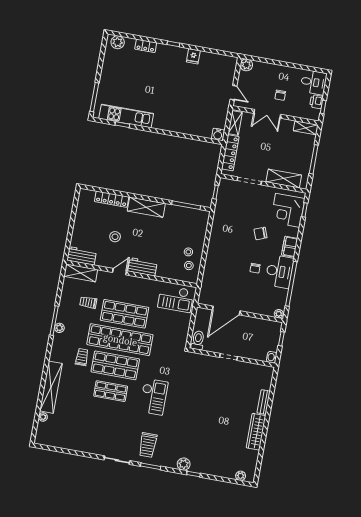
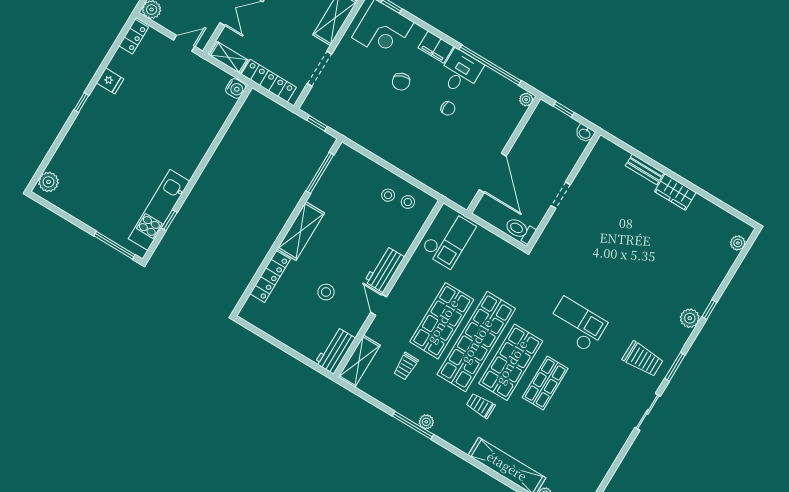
locker: (146, 46) -> (134, 37), moved
desk: (279, 271) -> (460, 72), width x0.73
wardrobe: (256, 432) -> (675, 192), width x0.67

